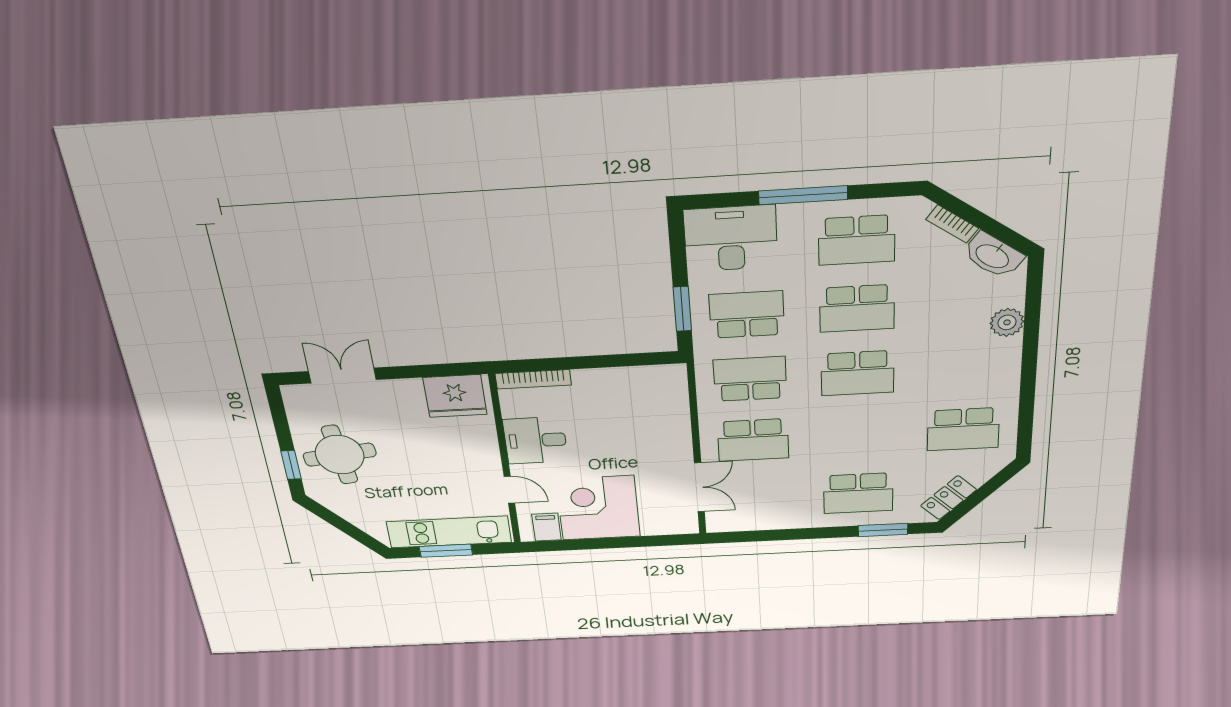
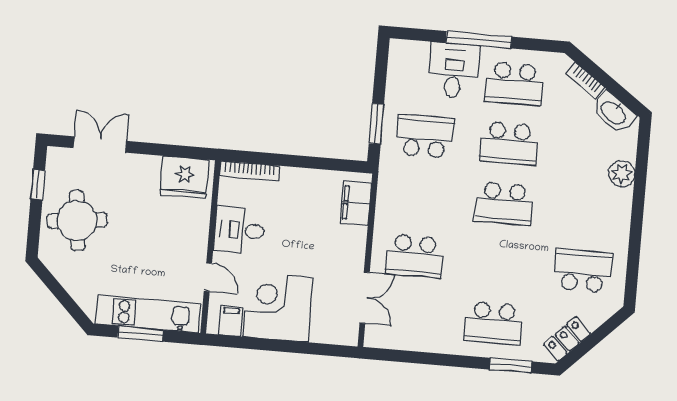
desk: (731, 238) -> (454, 71), moved, width x0.73
school desk: (750, 379) -> (420, 196), removed
filing cabinet: (671, 396) -> (356, 203), added
school desk: (963, 429) -> (583, 271), turned 180
window: (291, 465) -> (38, 185), moved

